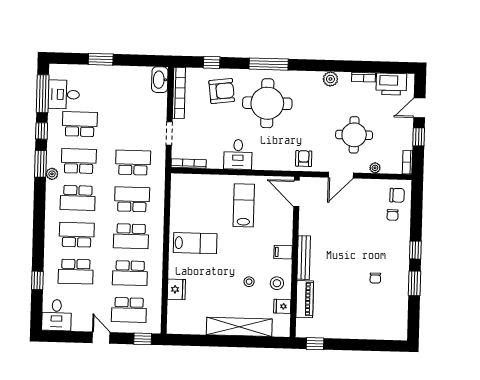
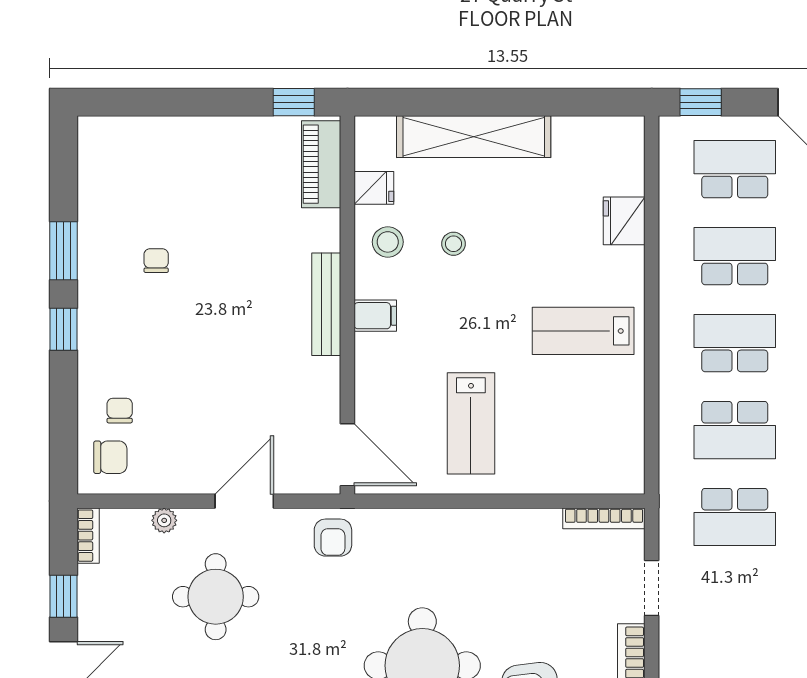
desk: (238, 154) -> (488, 543), removed
chair: (397, 195) -> (110, 457), turned 180
piano: (305, 299) -> (321, 164), moved

